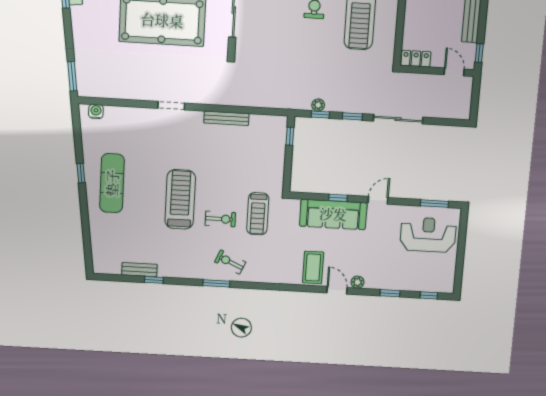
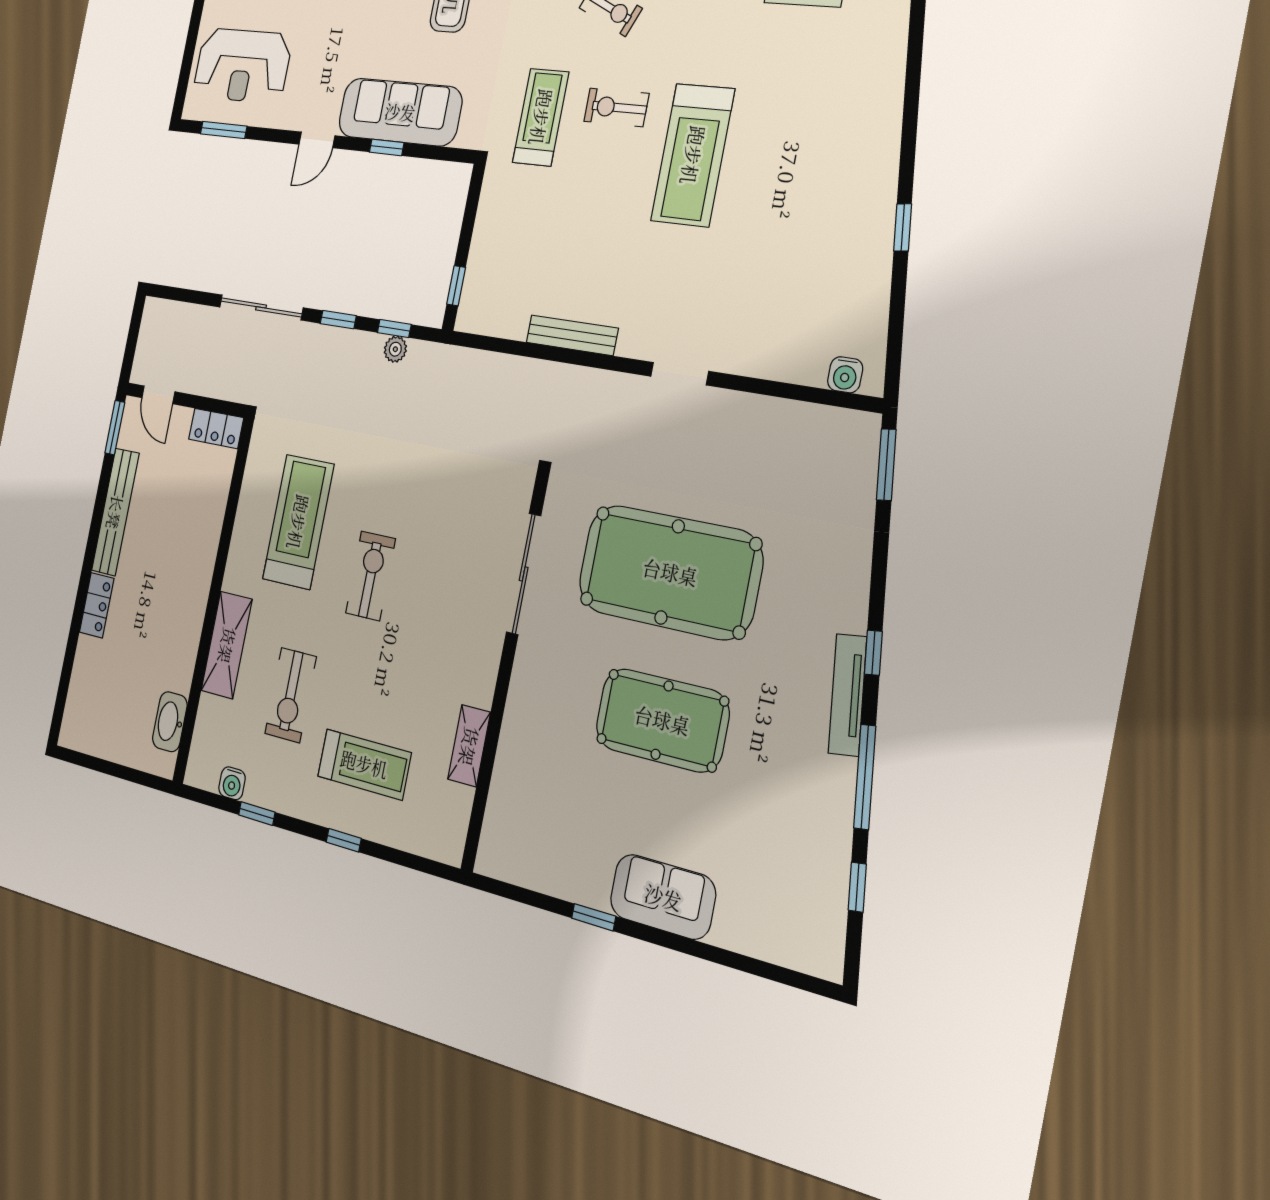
window: (479, 53) -> (115, 428), width x1.50
exercise mat: (112, 183) -> (835, 200), removed

